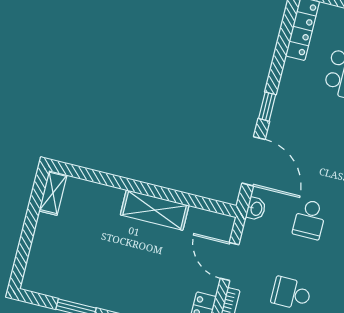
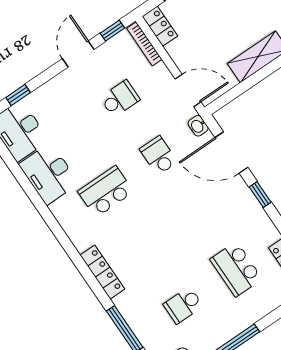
door: (230, 262) -> (188, 90), moved

